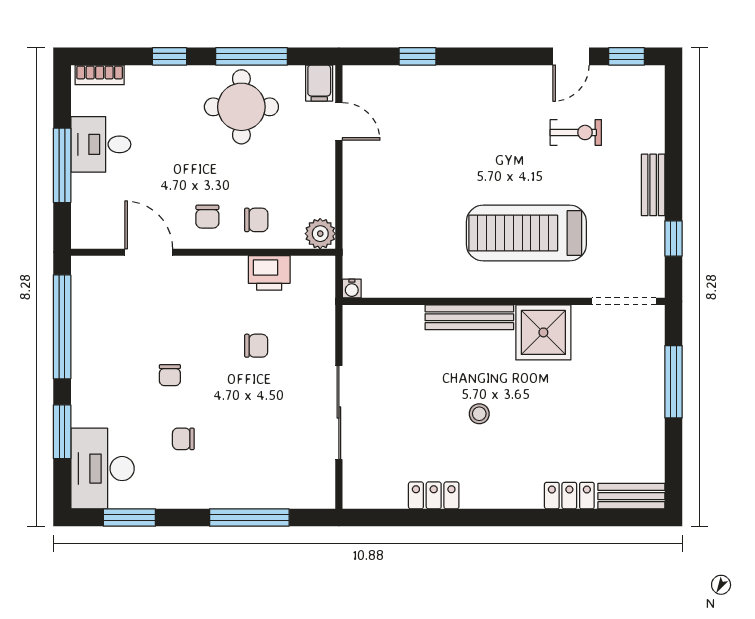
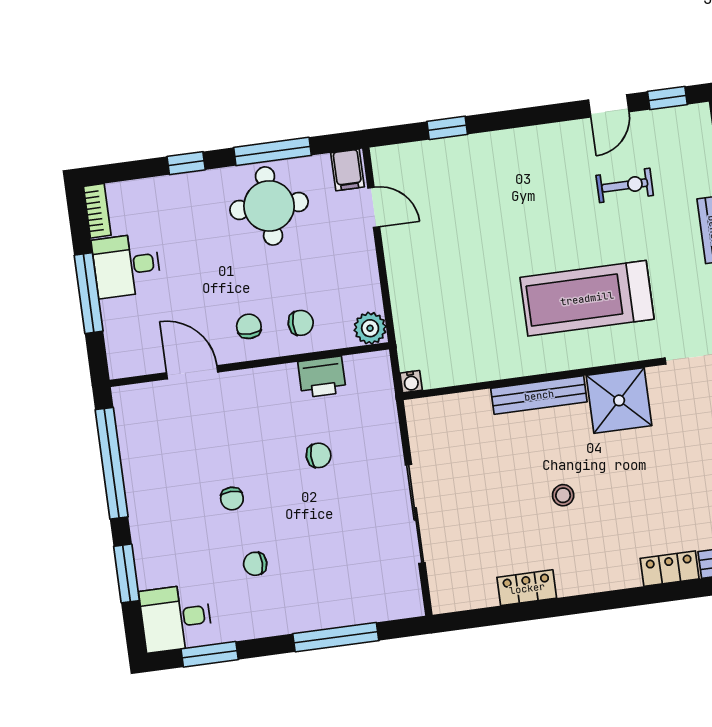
bookcase: (100, 75) -> (97, 211), moved, turned -90
chair: (207, 217) -> (249, 326), turned 180
desk: (102, 469) -> (176, 618), width x0.73

